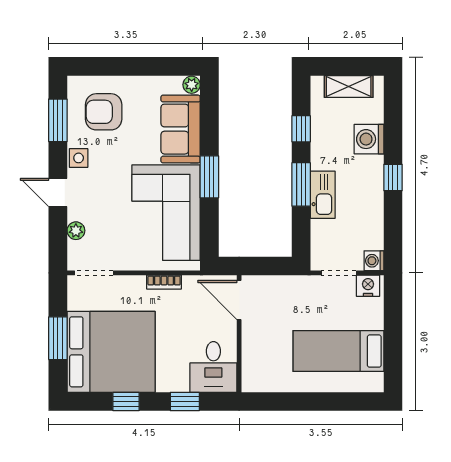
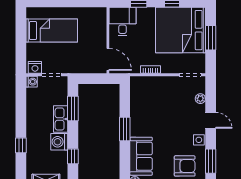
washing machine: (369, 139) -> (59, 142), moved, turned 180
window: (393, 178) -> (21, 145), moved
window: (301, 184) -> (73, 109), moved
corner sofa: (166, 213) -> (149, 109), removed

